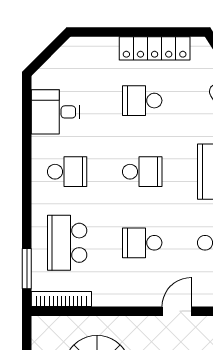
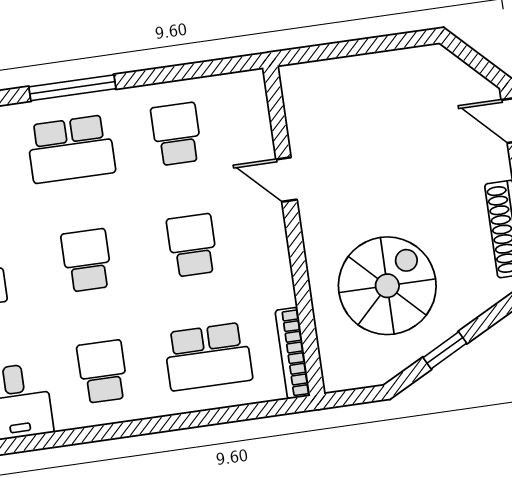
school desk: (142, 243) -> (192, 245), turned 180
window: (27, 269) -> (255, 411), removed

